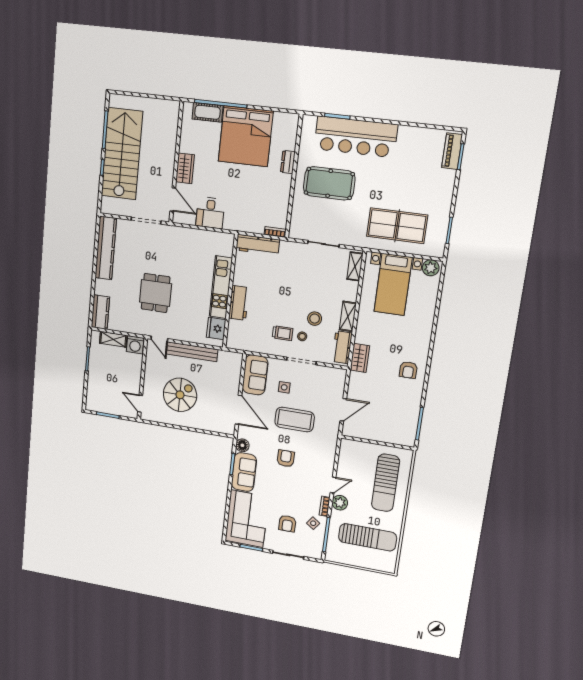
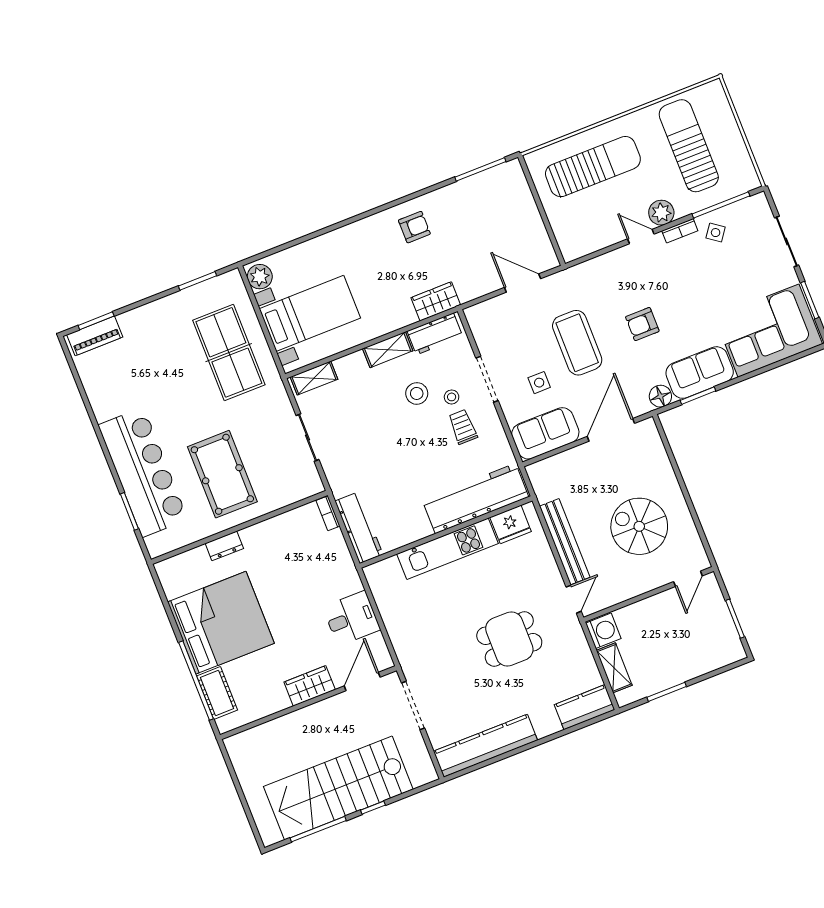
workbench: (239, 303) -> (475, 498), width x1.88, depth x1.32
armchair: (287, 524) -> (739, 269), removed

